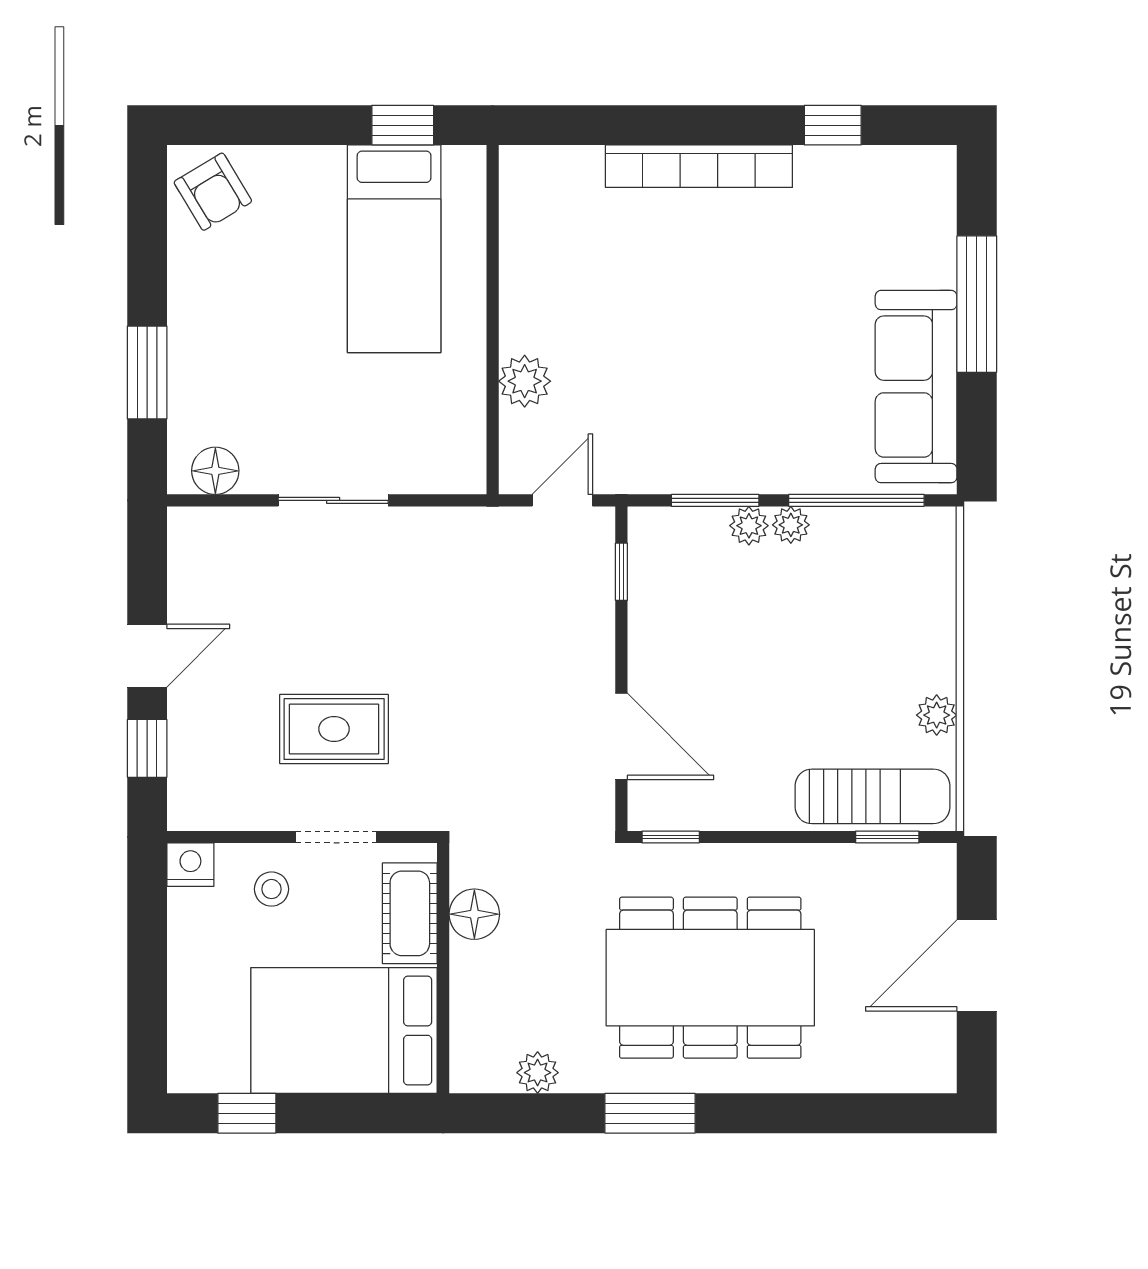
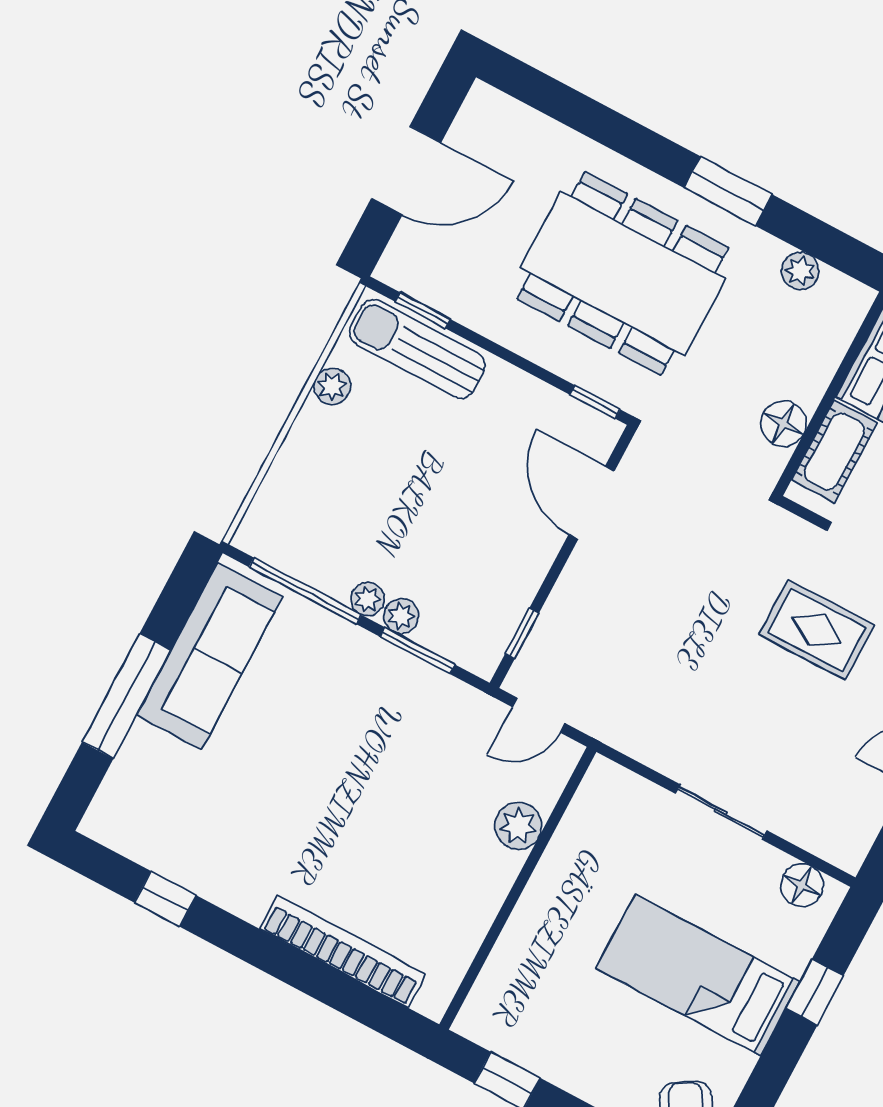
bookcase: (699, 166) -> (343, 951), moved
bed: (394, 249) -> (698, 975), moved, turned -90
window: (147, 372) -> (815, 992), width x0.67

